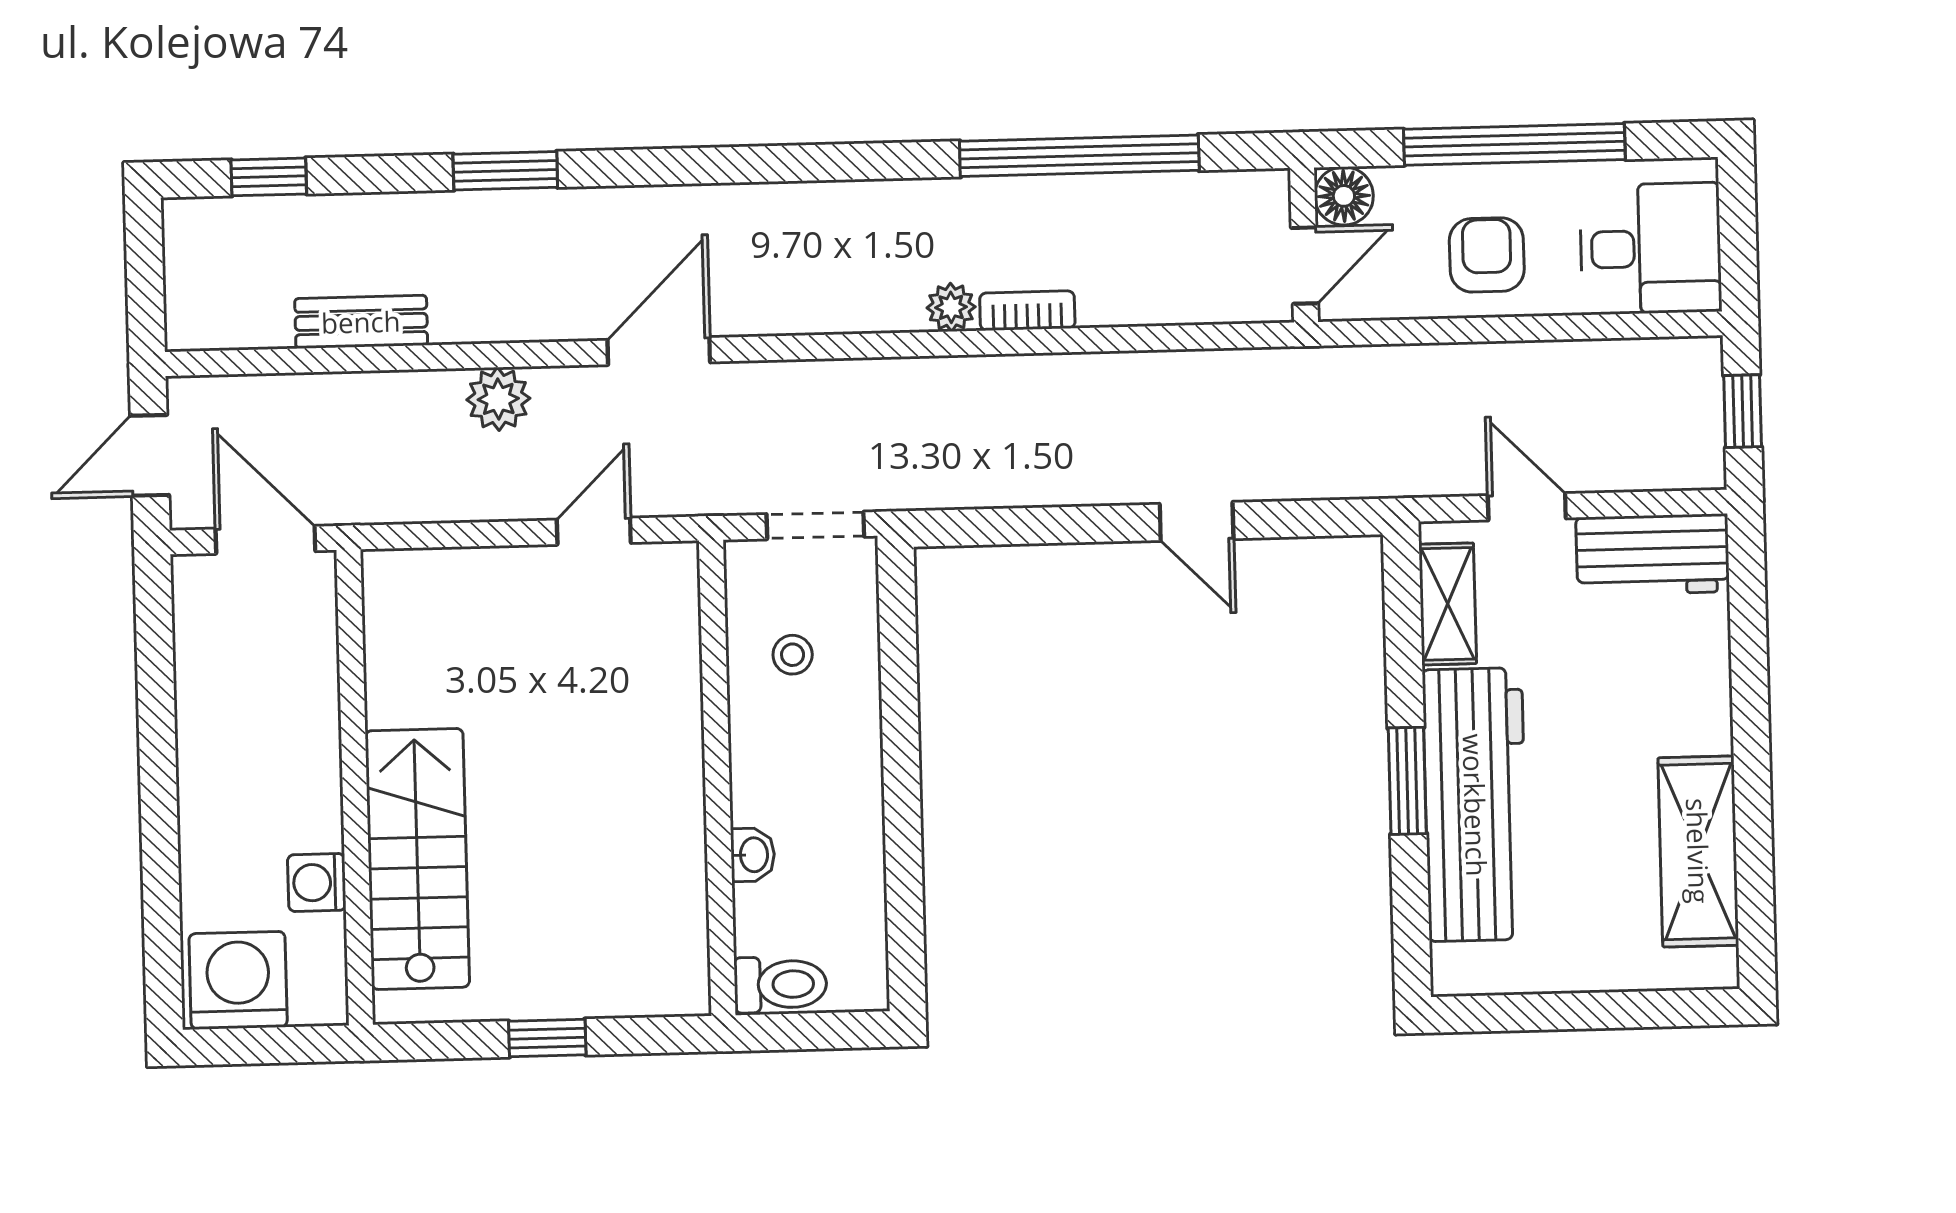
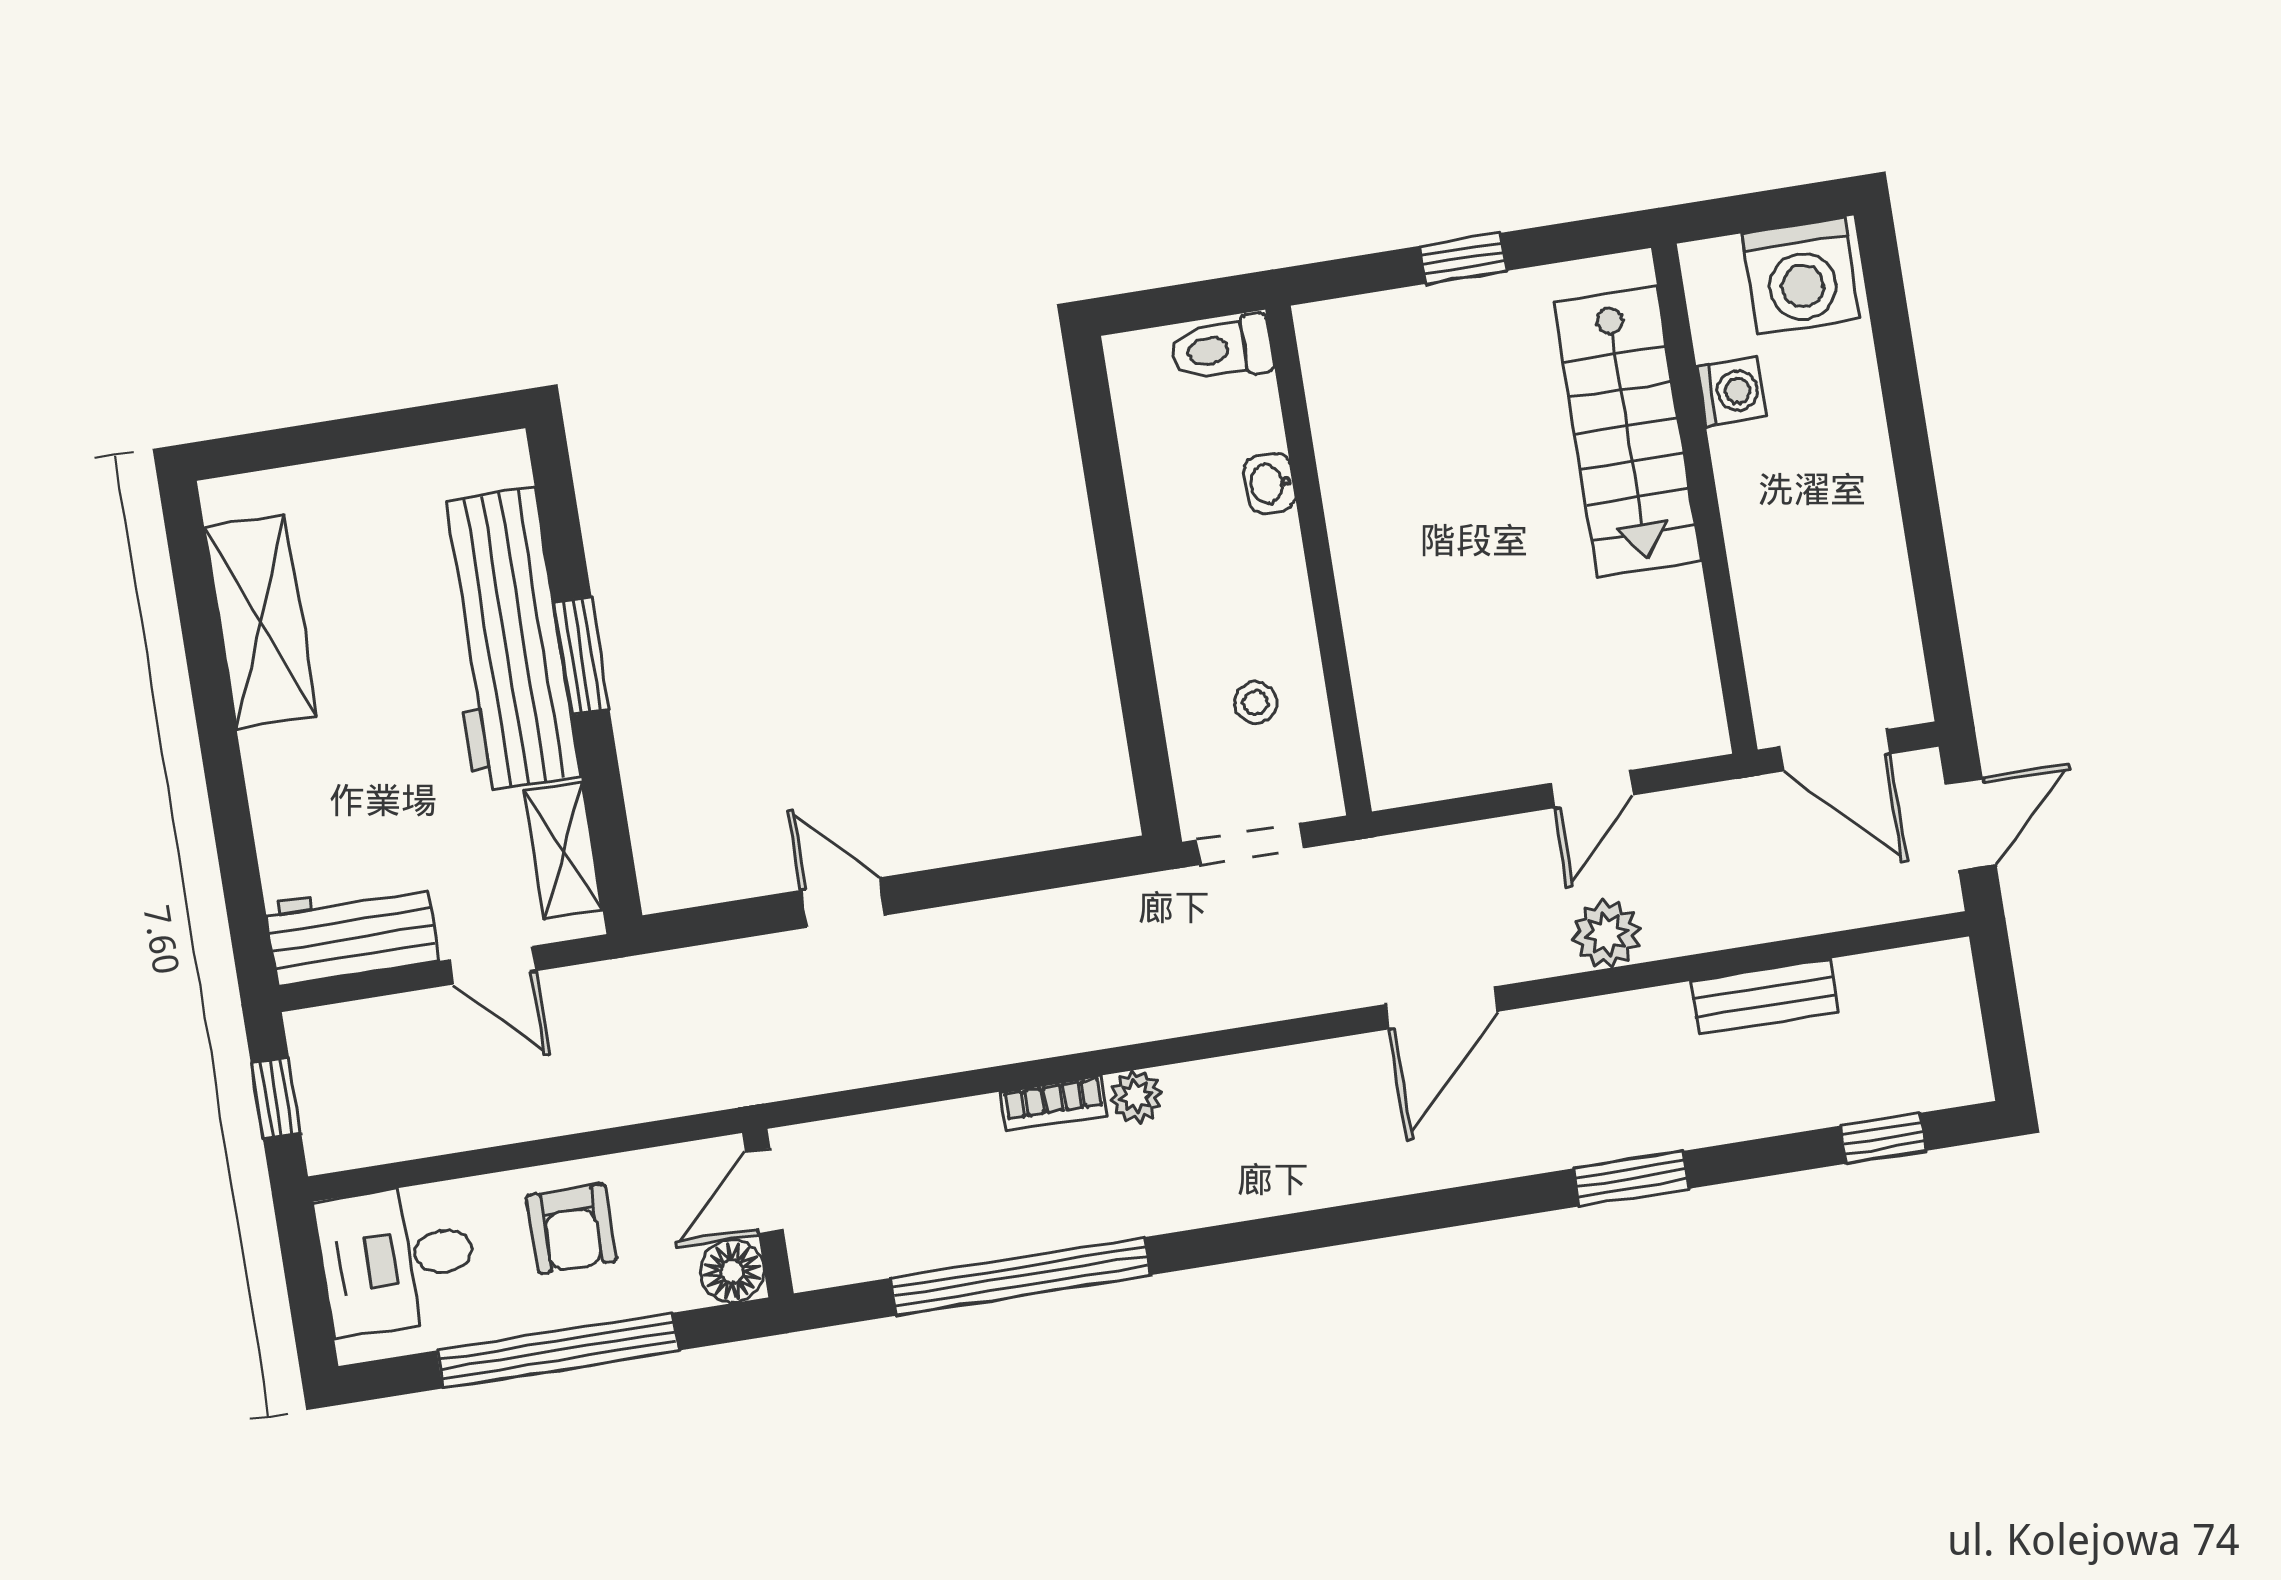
door: (594, 531) -> (1592, 789), moved

